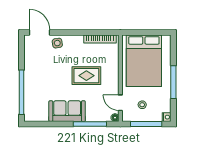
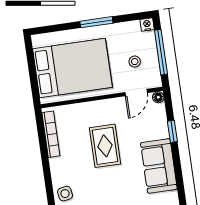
window: (173, 82) -> (96, 22), width x0.69
window: (90, 124) -> (172, 131), width x0.46

